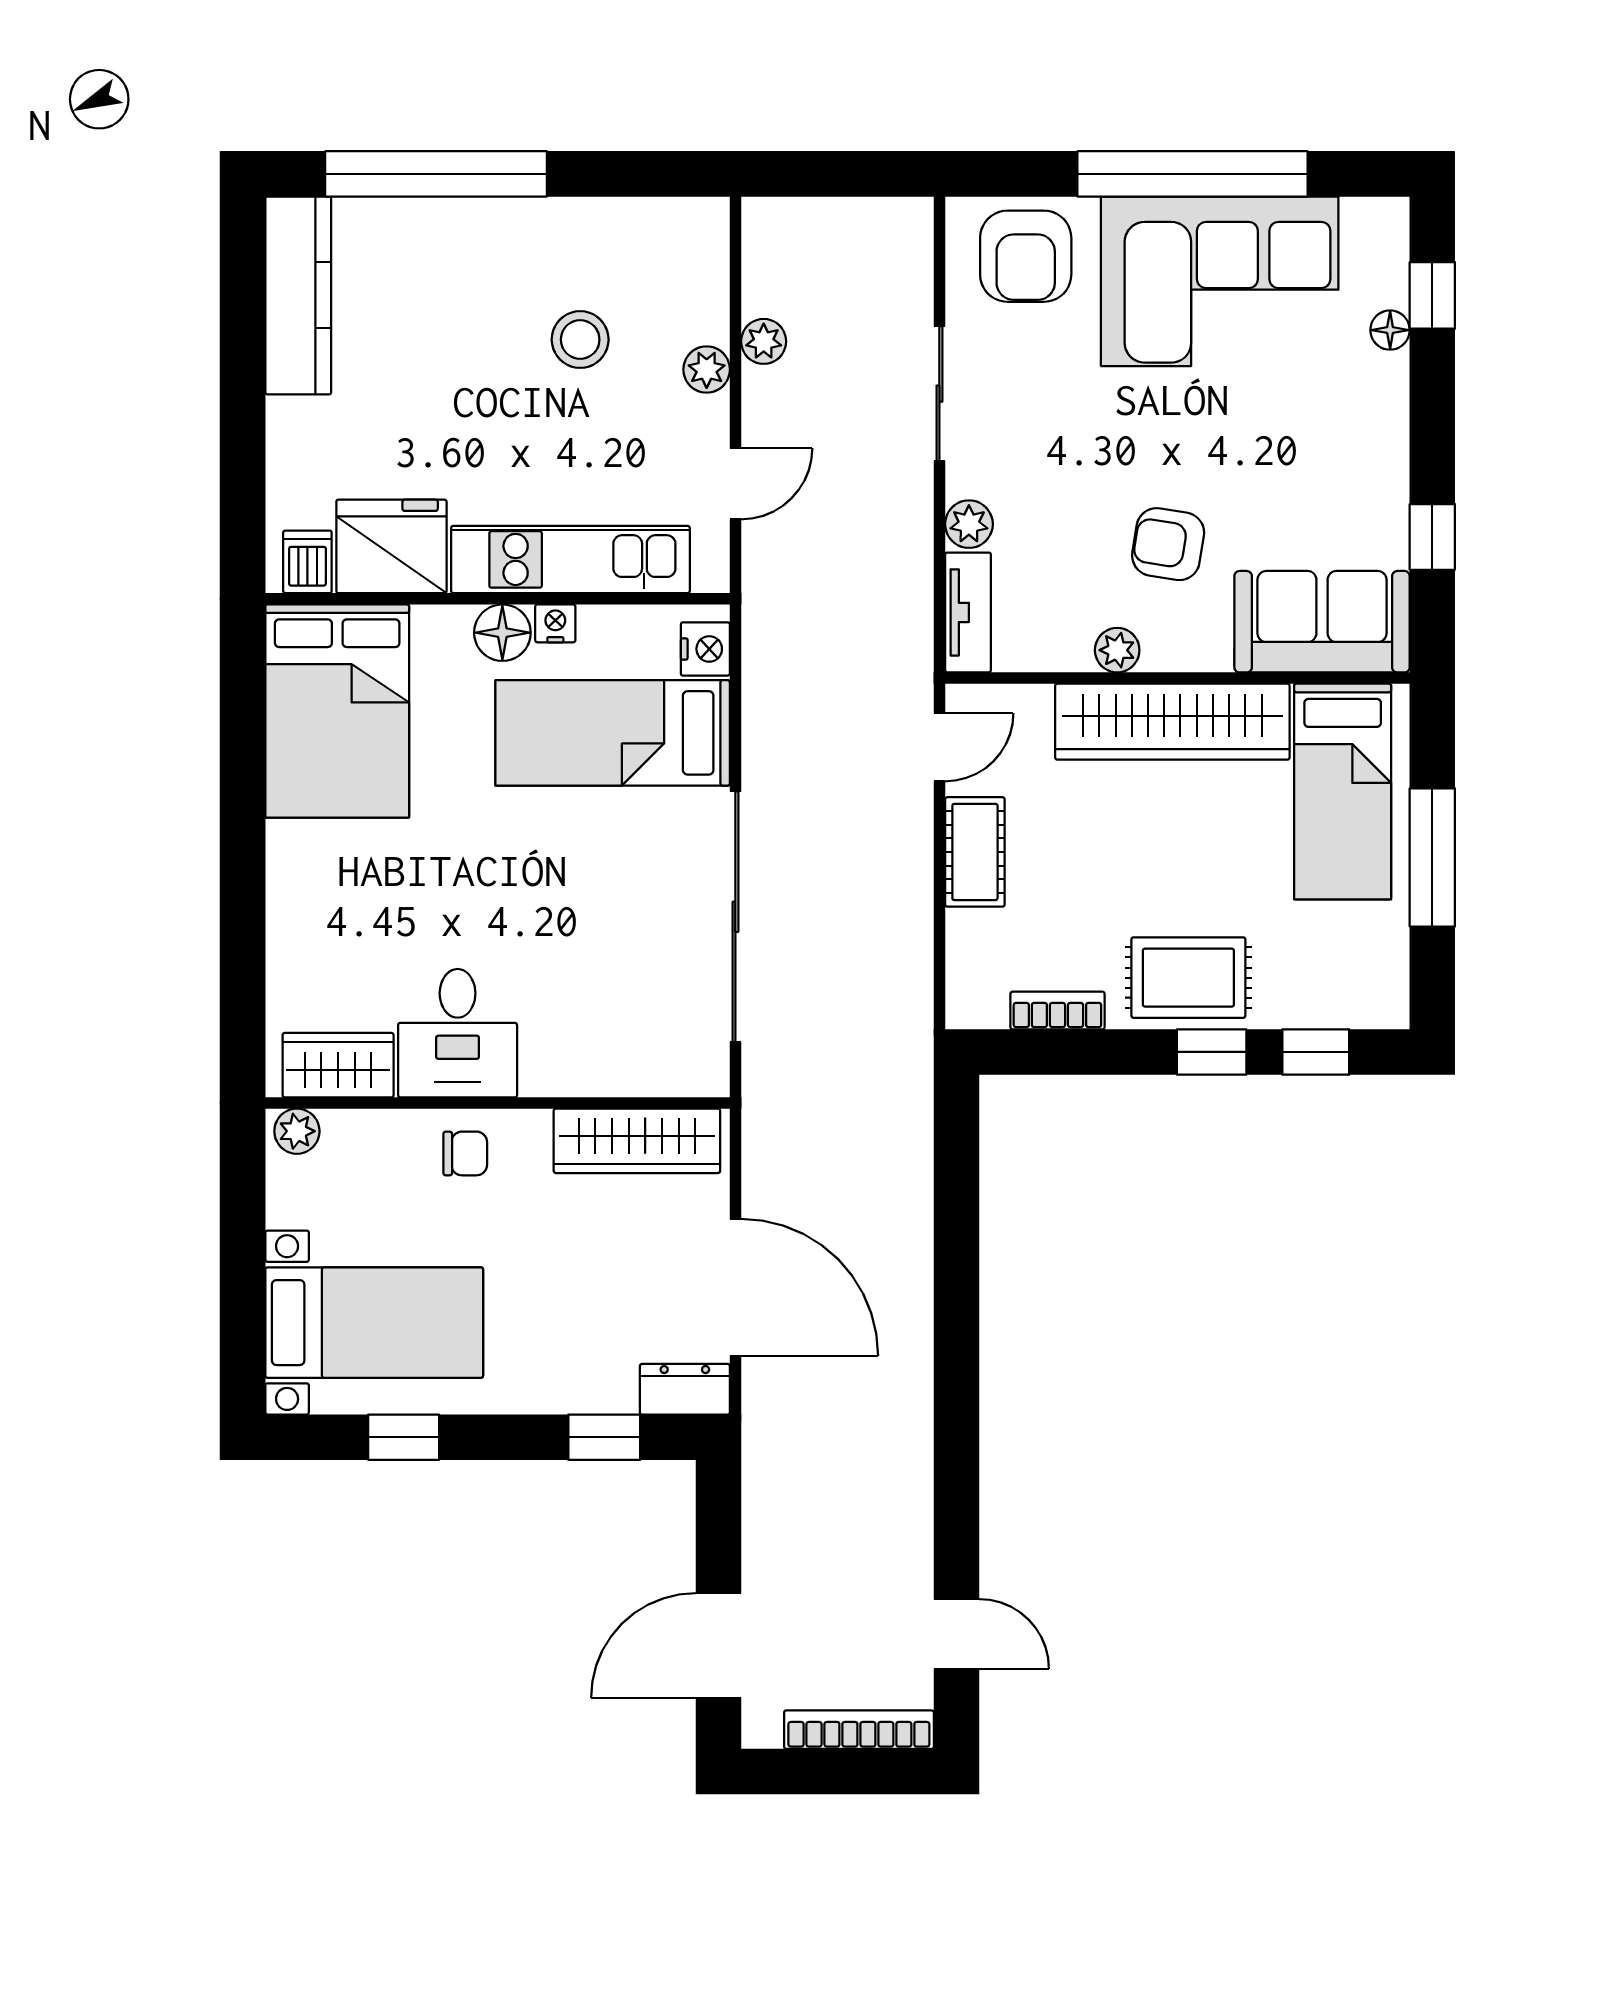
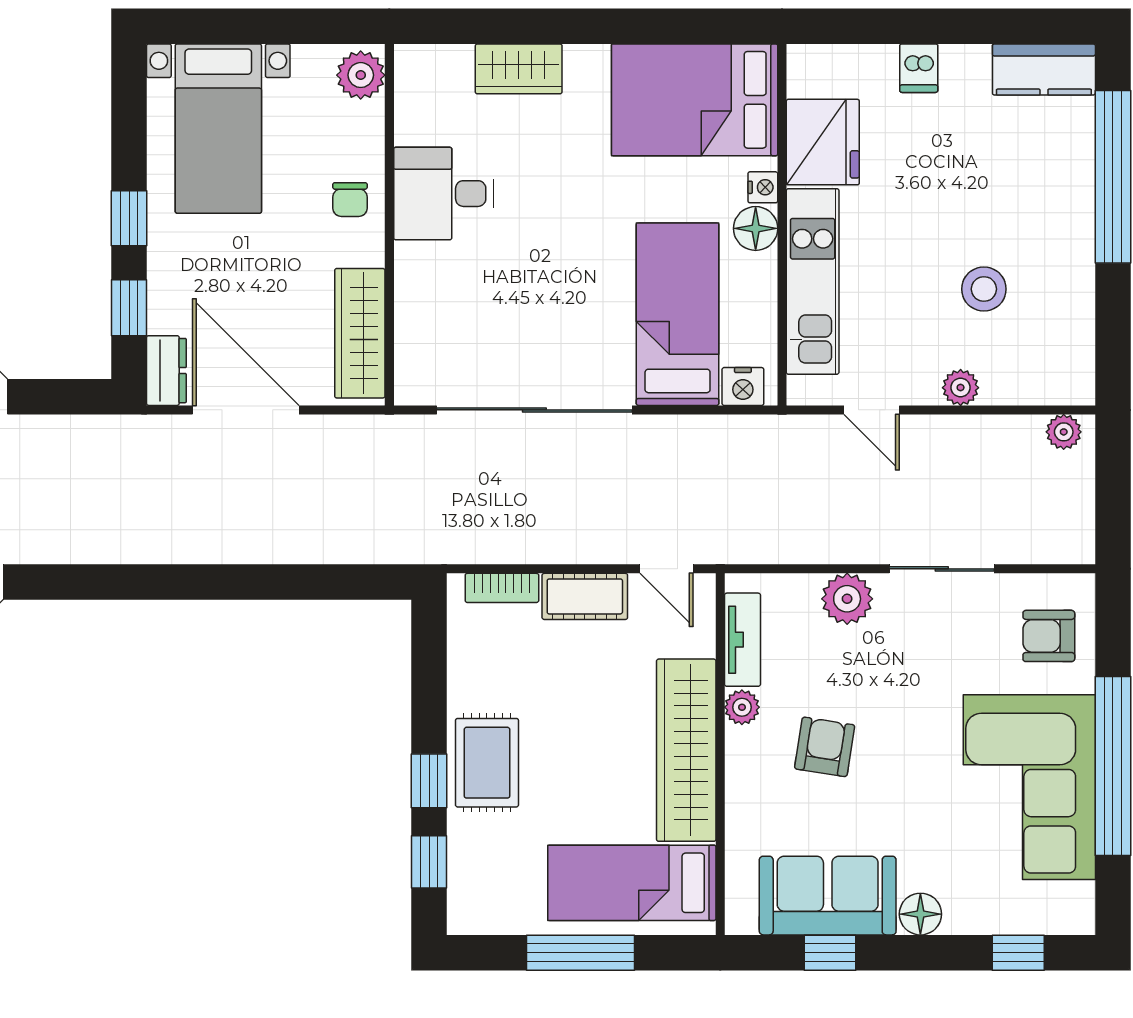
armchair: (1026, 256) -> (1049, 636), width x0.72, depth x0.72
kitchen counter: (298, 295) -> (1044, 69), width x0.67
floor lamp: (1390, 330) -> (920, 914), moved, width x1.37, depth x1.37
plant: (764, 341) -> (1064, 432), moved
plant: (969, 524) -> (847, 599), width x1.38, depth x1.38
dishwasher: (307, 562) -> (919, 68), moved, turned 90
tv unit: (968, 612) -> (742, 640), moved, turned -90
sofa: (1322, 622) -> (828, 896), moved, turned -90
nightstand: (555, 623) -> (763, 187), moved
bookcase: (1057, 1010) -> (502, 588), moved, turned 90
wardrobe: (338, 1065) -> (519, 69), moved, turned 90
plant: (297, 1131) -> (361, 75), width x1.38, depth x1.38
door: (735, 1287) -> (246, 410), swing flipped
window: (404, 1437) -> (129, 218), moved

